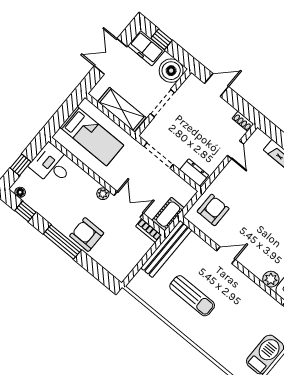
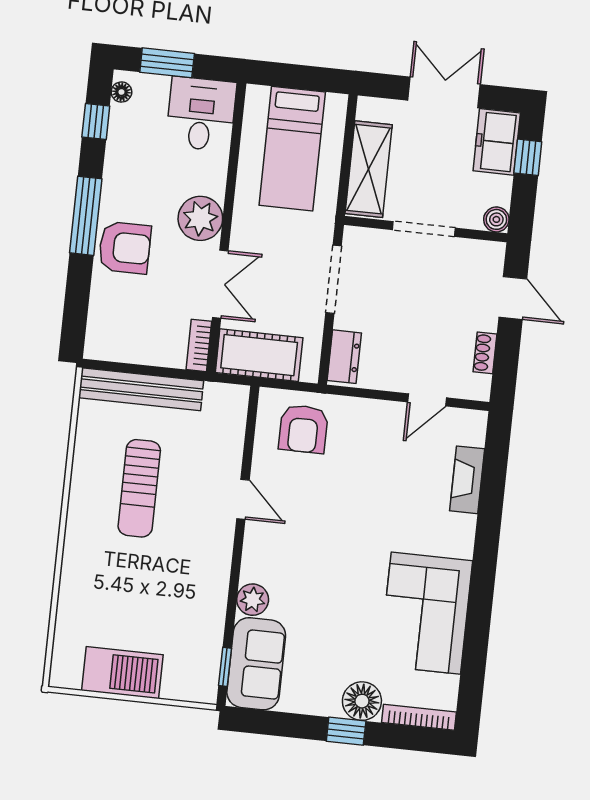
boiler: (171, 71) -> (496, 219), width x0.54, depth x0.54
shoe rack: (243, 121) -> (485, 353), moved
window: (21, 165) -> (167, 63), width x1.50
plant: (103, 194) -> (200, 218), width x1.87, depth x1.87
armchair: (213, 210) -> (303, 429), turned 90
cot: (168, 214) -> (259, 355), width x1.37, depth x1.34
armchair: (87, 234) -> (125, 248), turned 90
bench: (166, 249) -> (141, 389), moved

